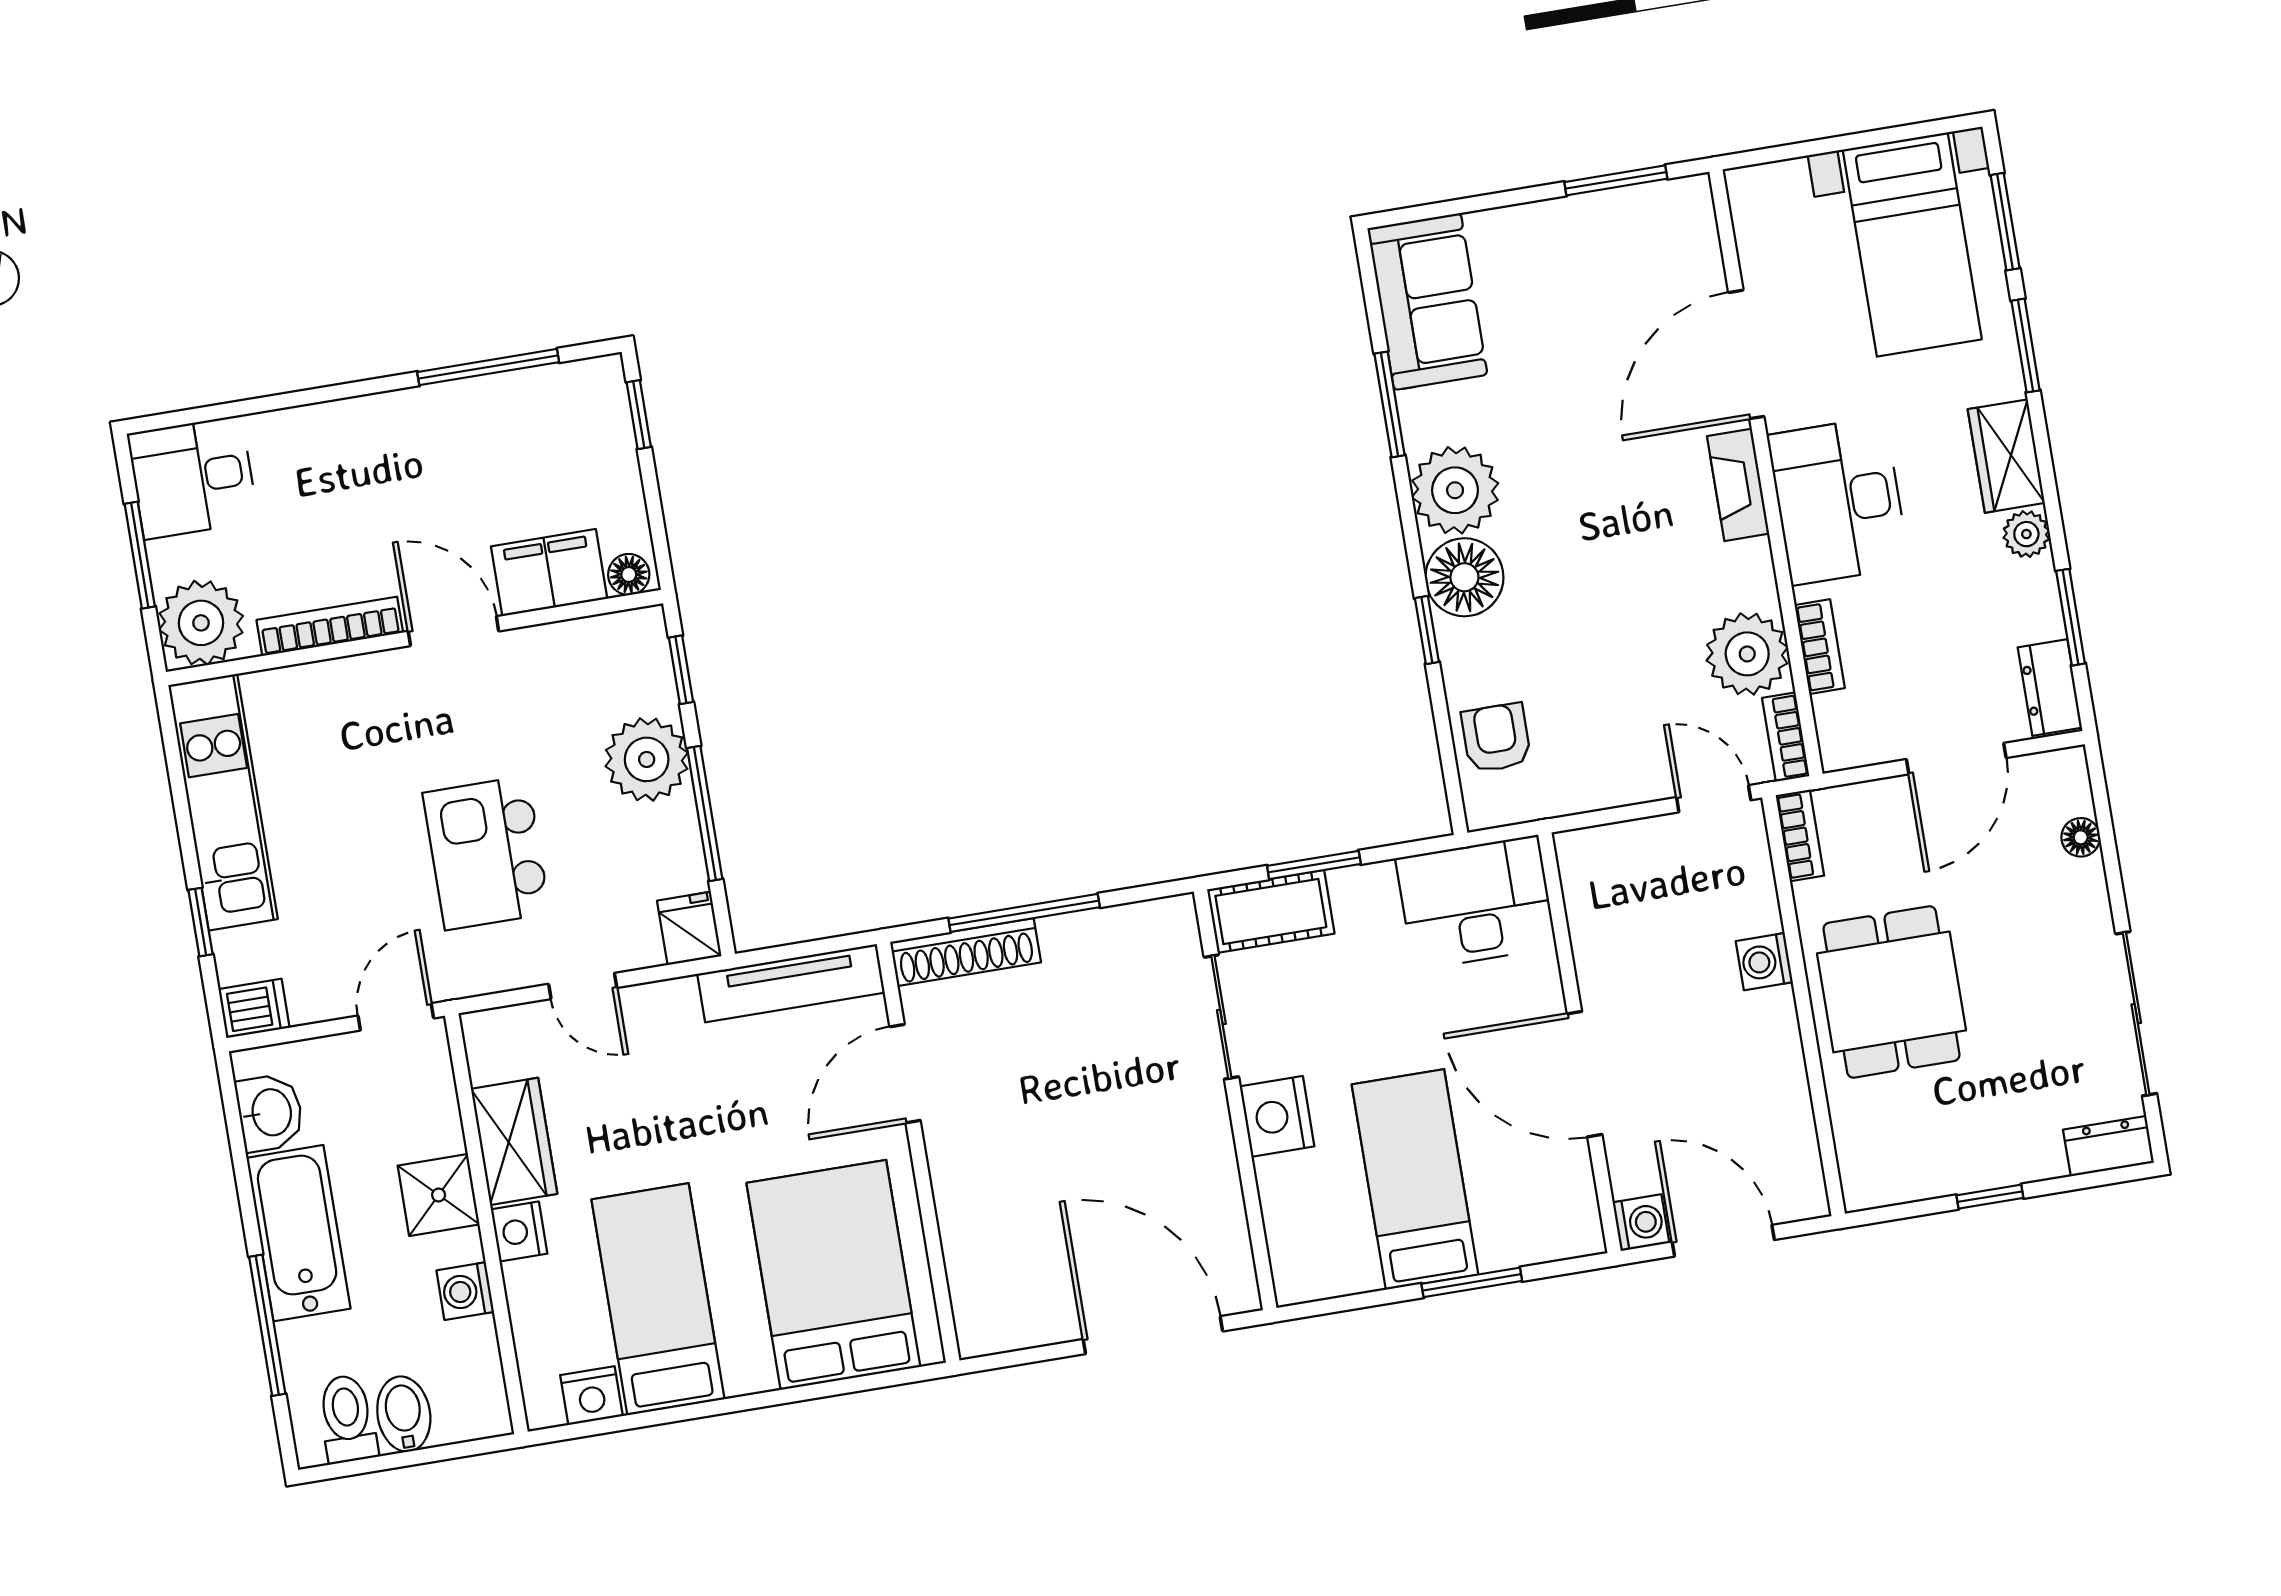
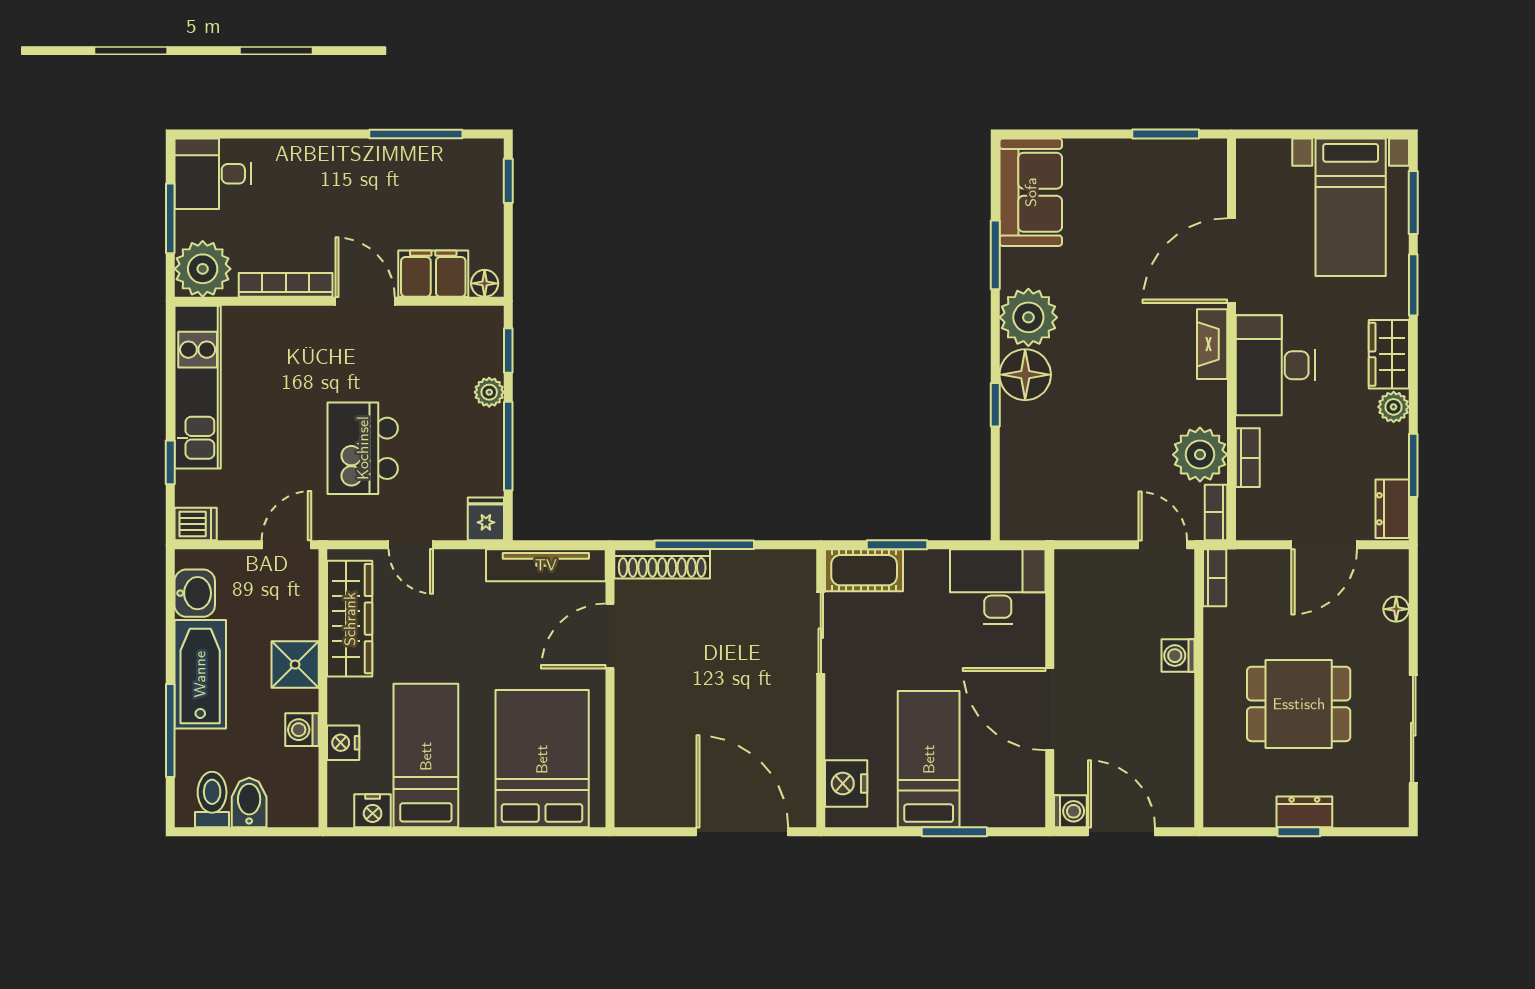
armchair: (1496, 738) -> (1029, 482), removed
plant: (647, 759) -> (489, 392), width x0.53, depth x0.53
dining table: (1891, 992) -> (1299, 704), moved, turned 90
nightstand: (1277, 1116) -> (846, 784), moved
wardrobe: (514, 1141) -> (350, 619), width x1.50
dresser: (2109, 1146) -> (1304, 812), moved
nightstand: (519, 1232) -> (343, 743), moved

